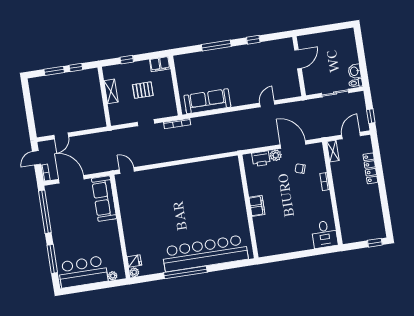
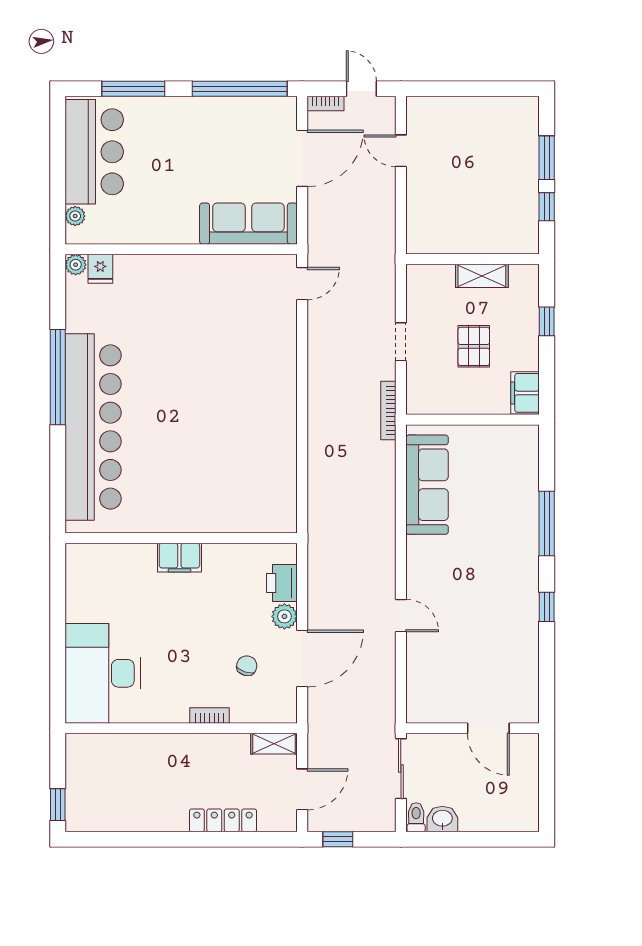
door: (298, 59) -> (488, 728), moved
wall: (299, 66) -> (473, 728), moved
door: (351, 135) -> (302, 789), hinge flipped
desk: (324, 234) -> (103, 673), width x1.87, depth x1.30

